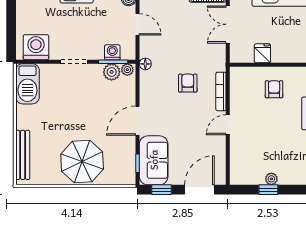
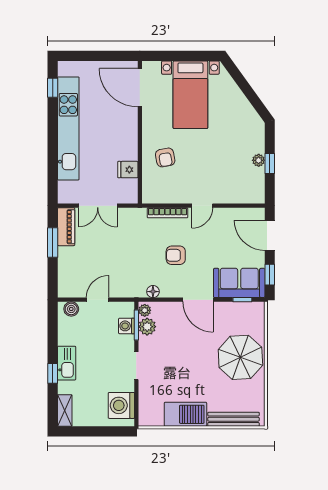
floor lamp: (145, 64) -> (153, 292), moved
armchair: (188, 83) -> (176, 255), moved
barbecue: (27, 84) -> (185, 414), moved
armchair: (274, 89) -> (165, 157), turned -100
door: (228, 125) -> (202, 206), hinge flipped

